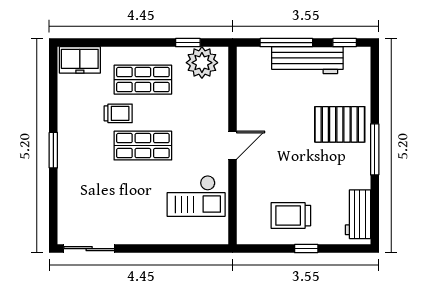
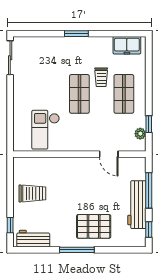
freezer: (80, 60) -> (127, 45), moved, turned -90
plant: (202, 63) -> (140, 134), width x0.53, depth x0.53
pallet: (340, 124) -> (94, 226), turned 90
door: (233, 145) -> (109, 154), moved
trolley: (291, 216) -> (32, 193), turned 90
window: (306, 249) -> (10, 225), moved

